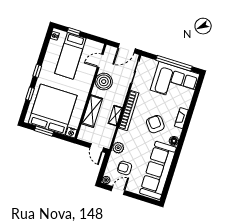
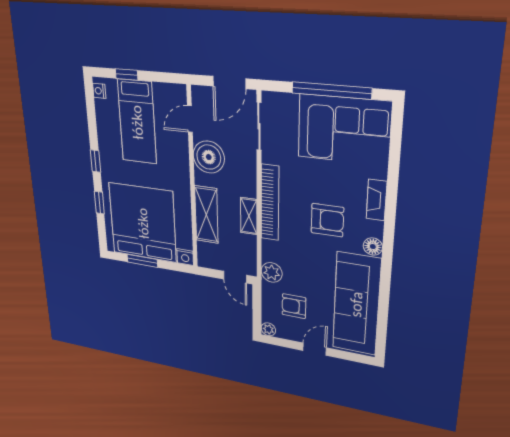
armchair: (155, 124) -> (327, 220), turned 128
door: (118, 191) -> (315, 349), moved

